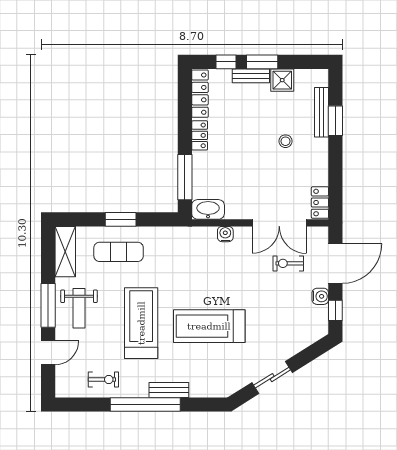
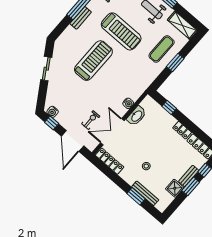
window: (185, 177) -> (169, 107), width x0.46
locker: (320, 203) -> (110, 161), width x1.53
washbasin: (208, 209) -> (137, 116), moved
water cooler: (320, 296) -> (53, 112), moved

